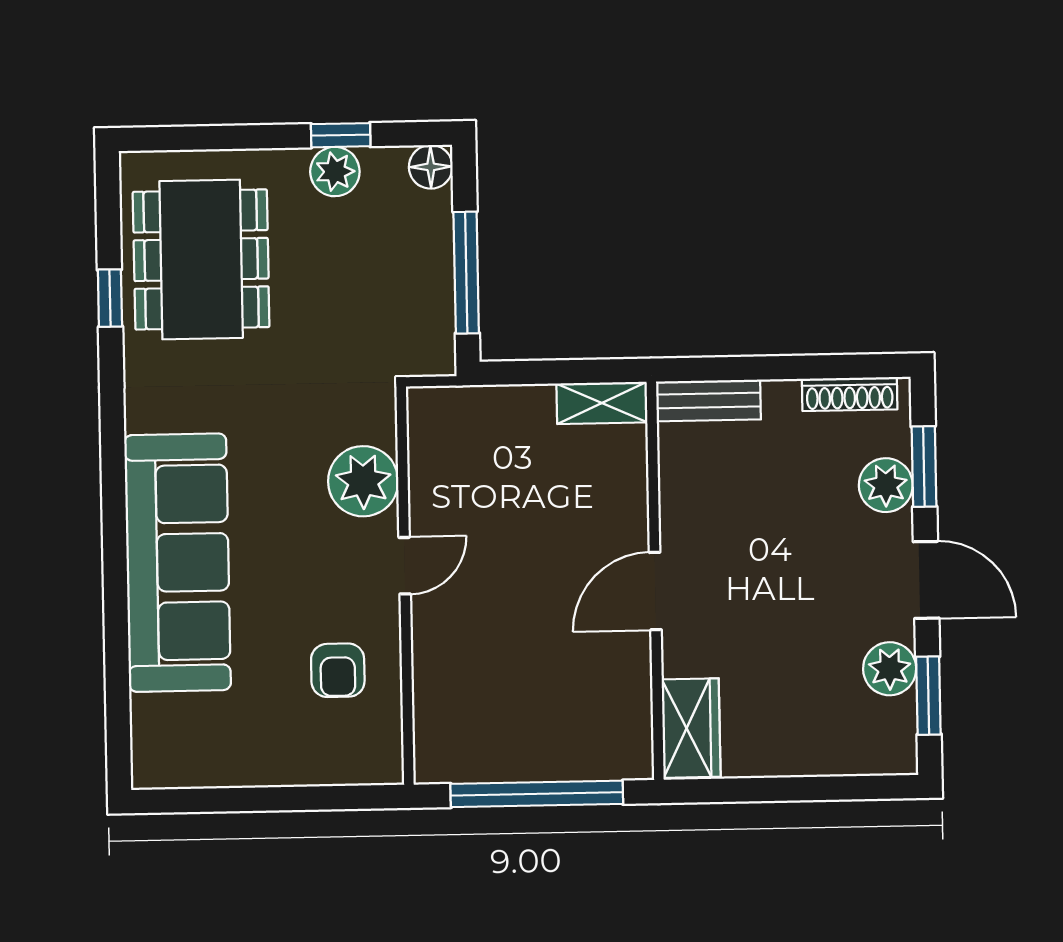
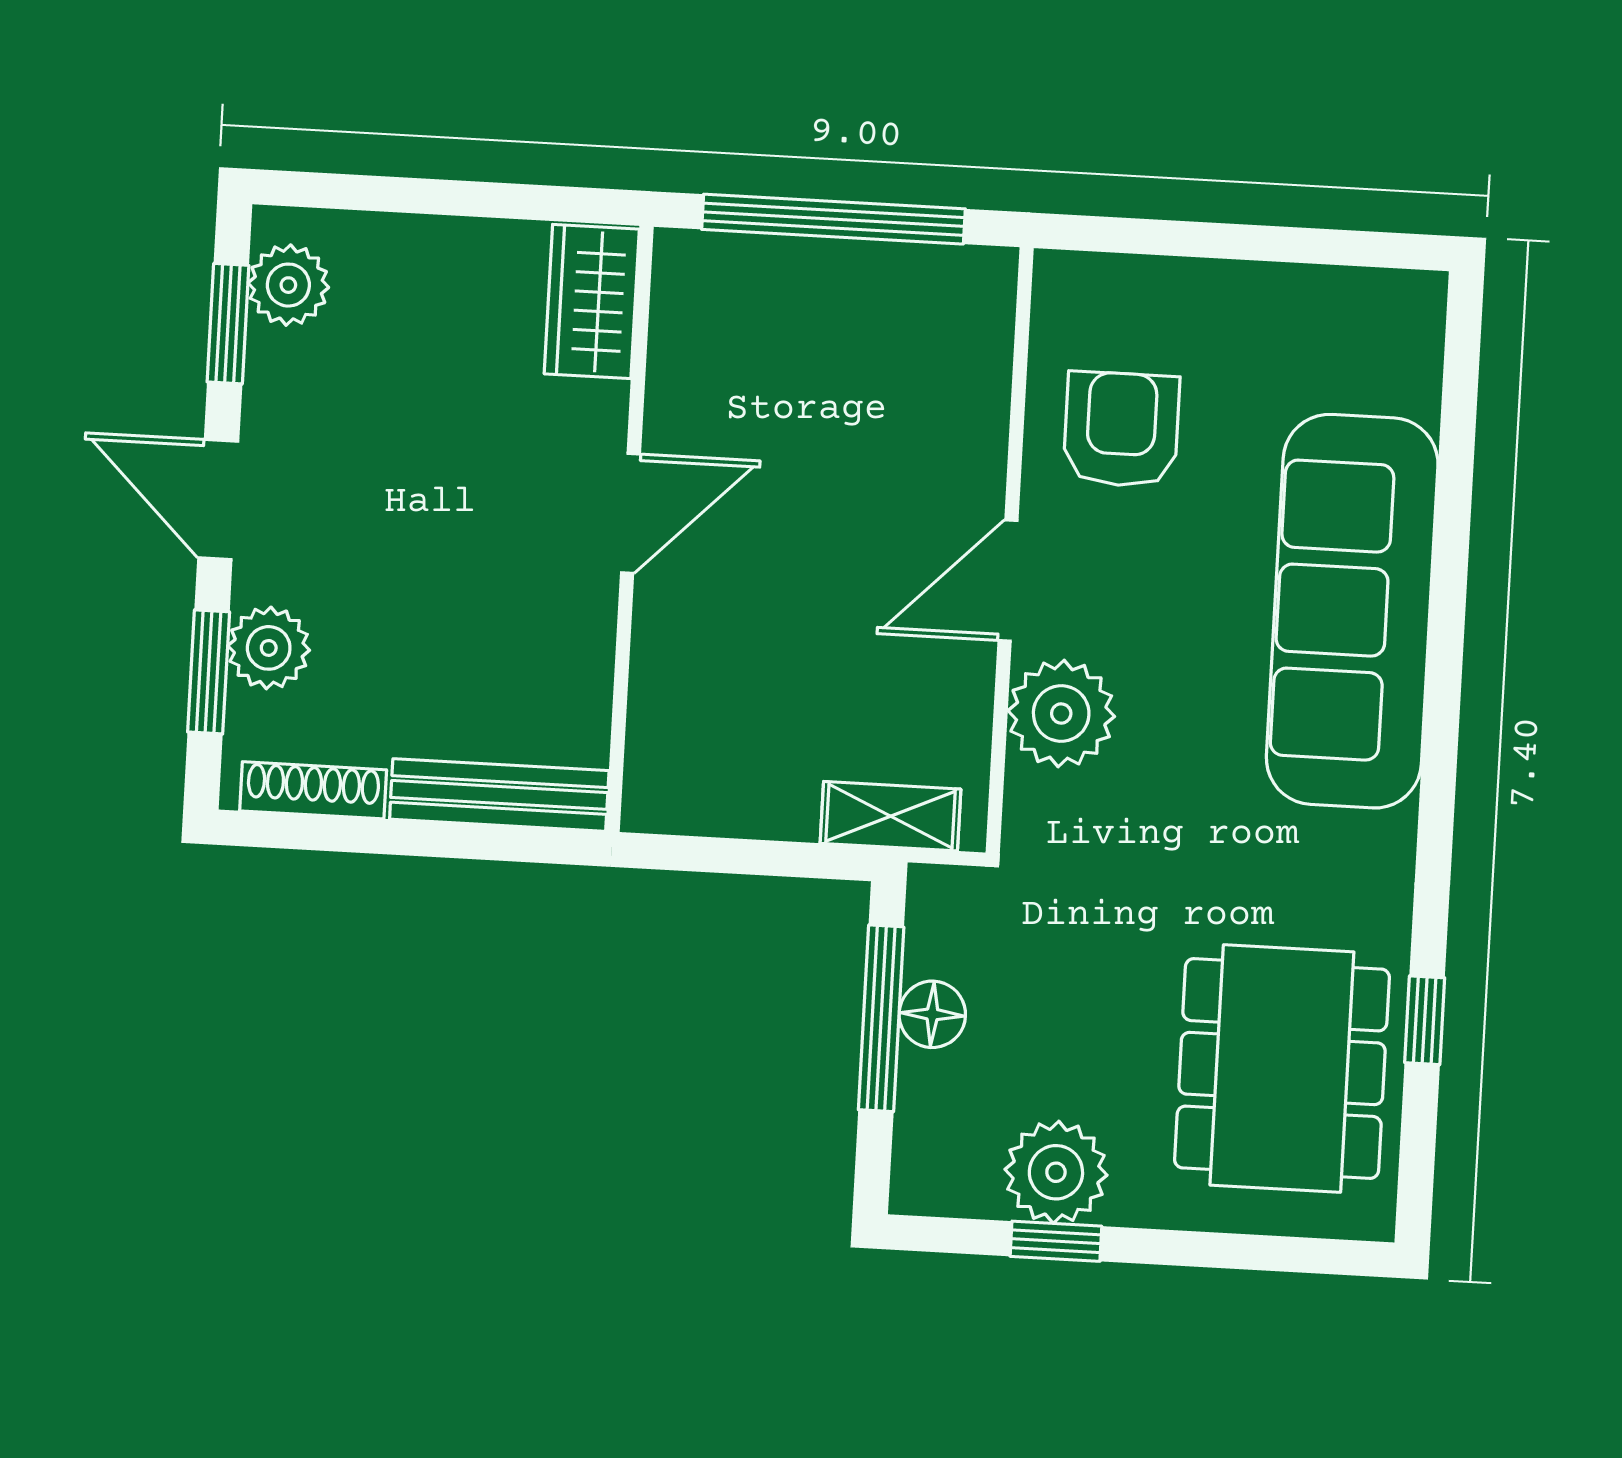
floor lamp: (431, 167) -> (932, 1014), moved
plant: (335, 172) -> (1056, 1172), width x1.36, depth x1.36
bench: (708, 400) -> (499, 795), width x1.36
shelving: (602, 403) -> (890, 816), moved
door: (405, 566) -> (1008, 581), width x1.38
plant: (890, 669) -> (288, 285), moved
armchair: (338, 670) -> (1121, 429), width x1.38, depth x1.38

